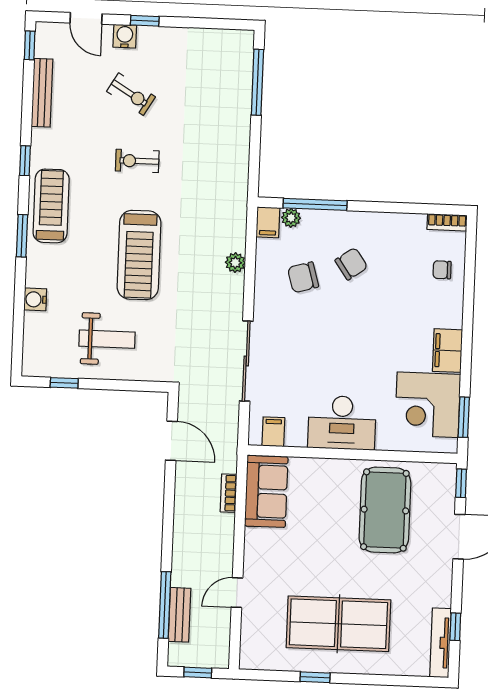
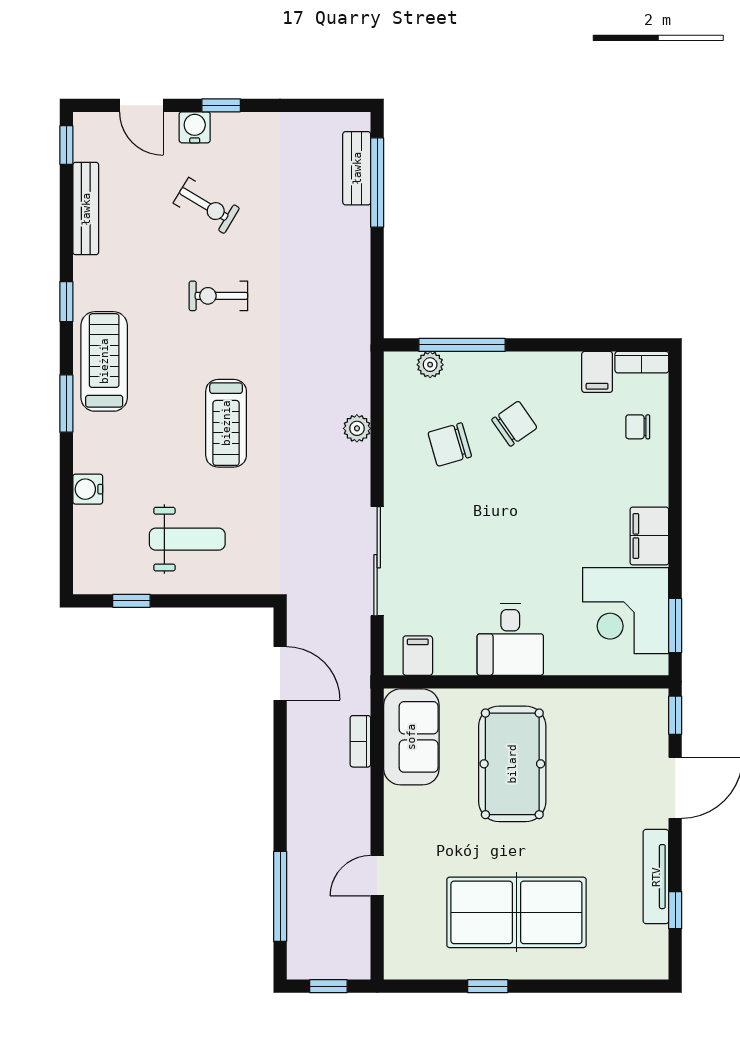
filing cabinet: (268, 222) -> (597, 372), moved
treadmill: (139, 255) -> (226, 423), width x0.73, depth x0.73
desk: (342, 423) -> (510, 640), width x0.73
pool table: (385, 510) -> (512, 764), moved
bench: (179, 615) -> (357, 168), moved
tv unit: (440, 643) -> (656, 877), moved

